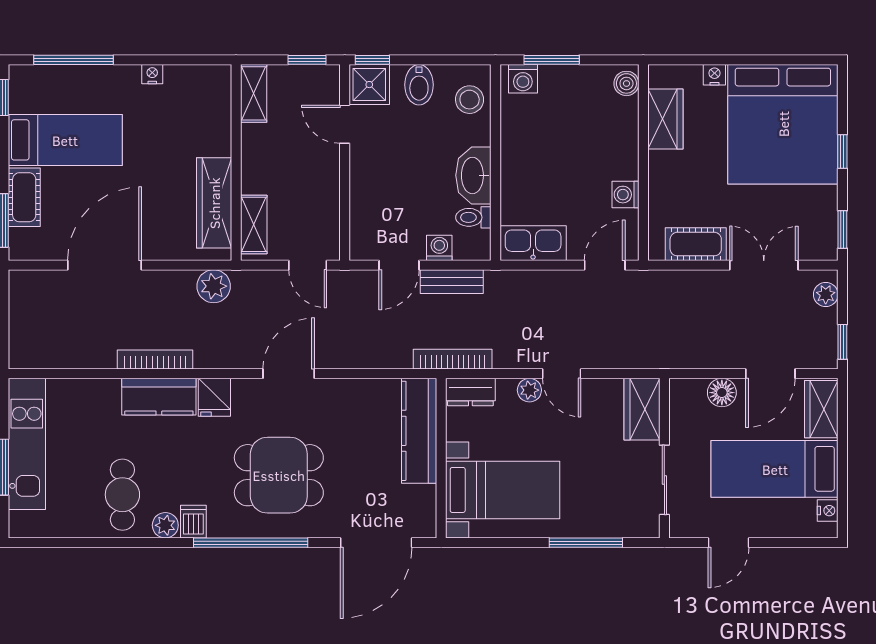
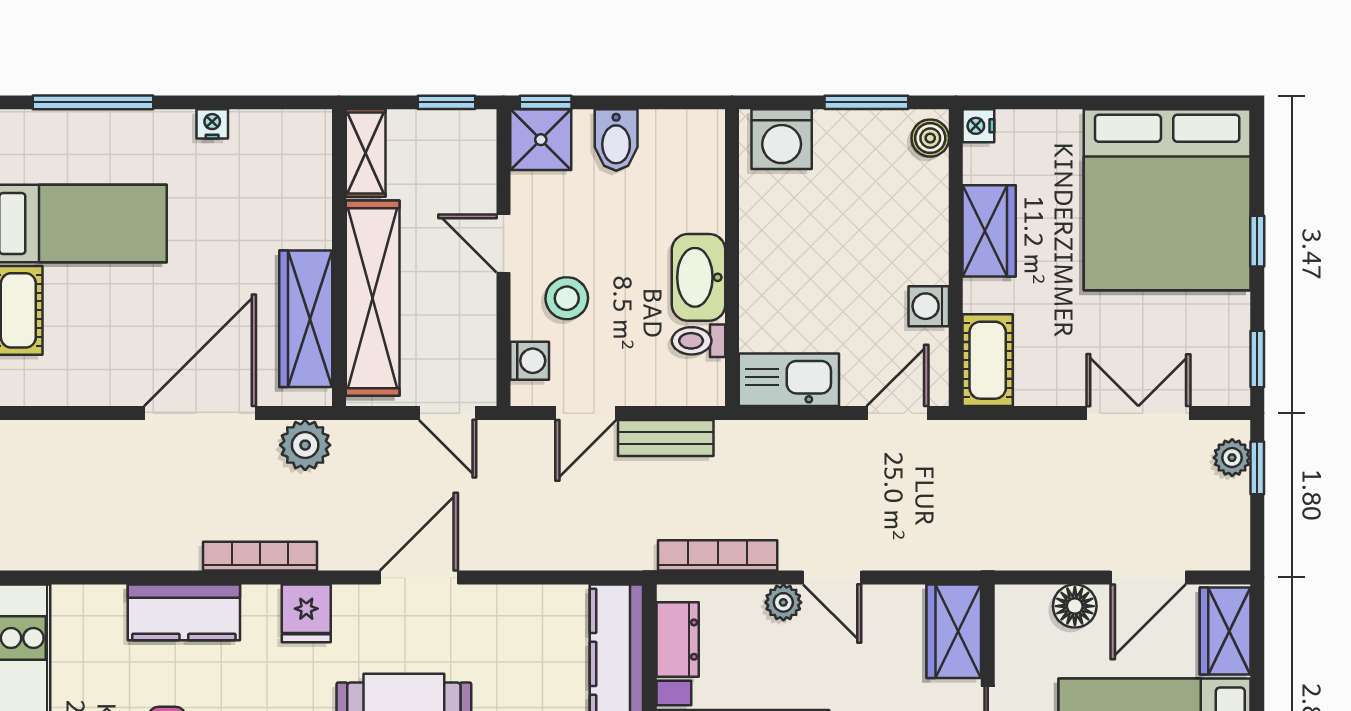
window: (552, 60) -> (866, 102), moved
nightstand: (714, 75) -> (978, 126), moved, turned -90
washing machine: (523, 79) -> (782, 139), width x1.38, depth x1.38
stool: (470, 100) -> (567, 298), moved
wardrobe: (665, 119) -> (989, 231), moved
door: (345, 124) -> (504, 243), moved
shelving: (254, 224) -> (373, 298), width x2.20, depth x1.33
cot: (696, 244) -> (988, 360), moved, turned 90
washing machine: (439, 248) -> (530, 361), moved, turned 90
door: (105, 265) -> (200, 413), moved
window: (842, 342) -> (1257, 468), moved
bookcase: (453, 359) -> (718, 555), moved
bookcase: (155, 360) -> (260, 556), moved
dresser: (470, 392) -> (678, 640), moved, turned -90
kitchen counter: (159, 397) -> (184, 612), moved

